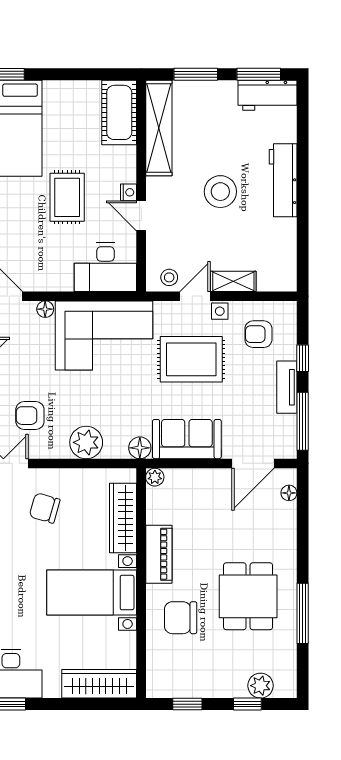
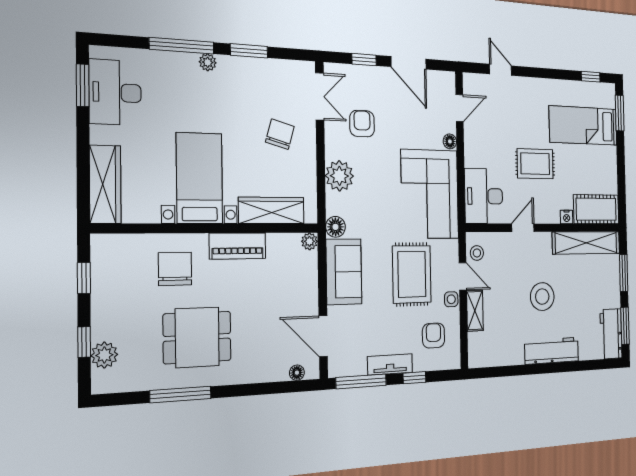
nightstand: (128, 192) -> (567, 217), moved

